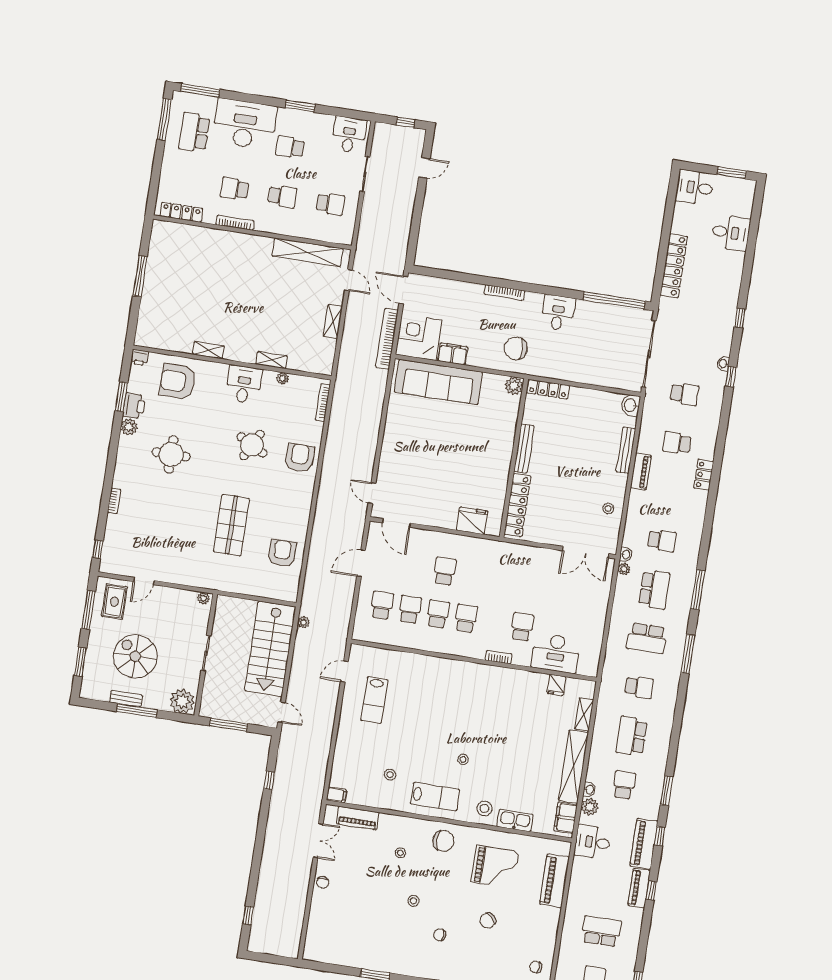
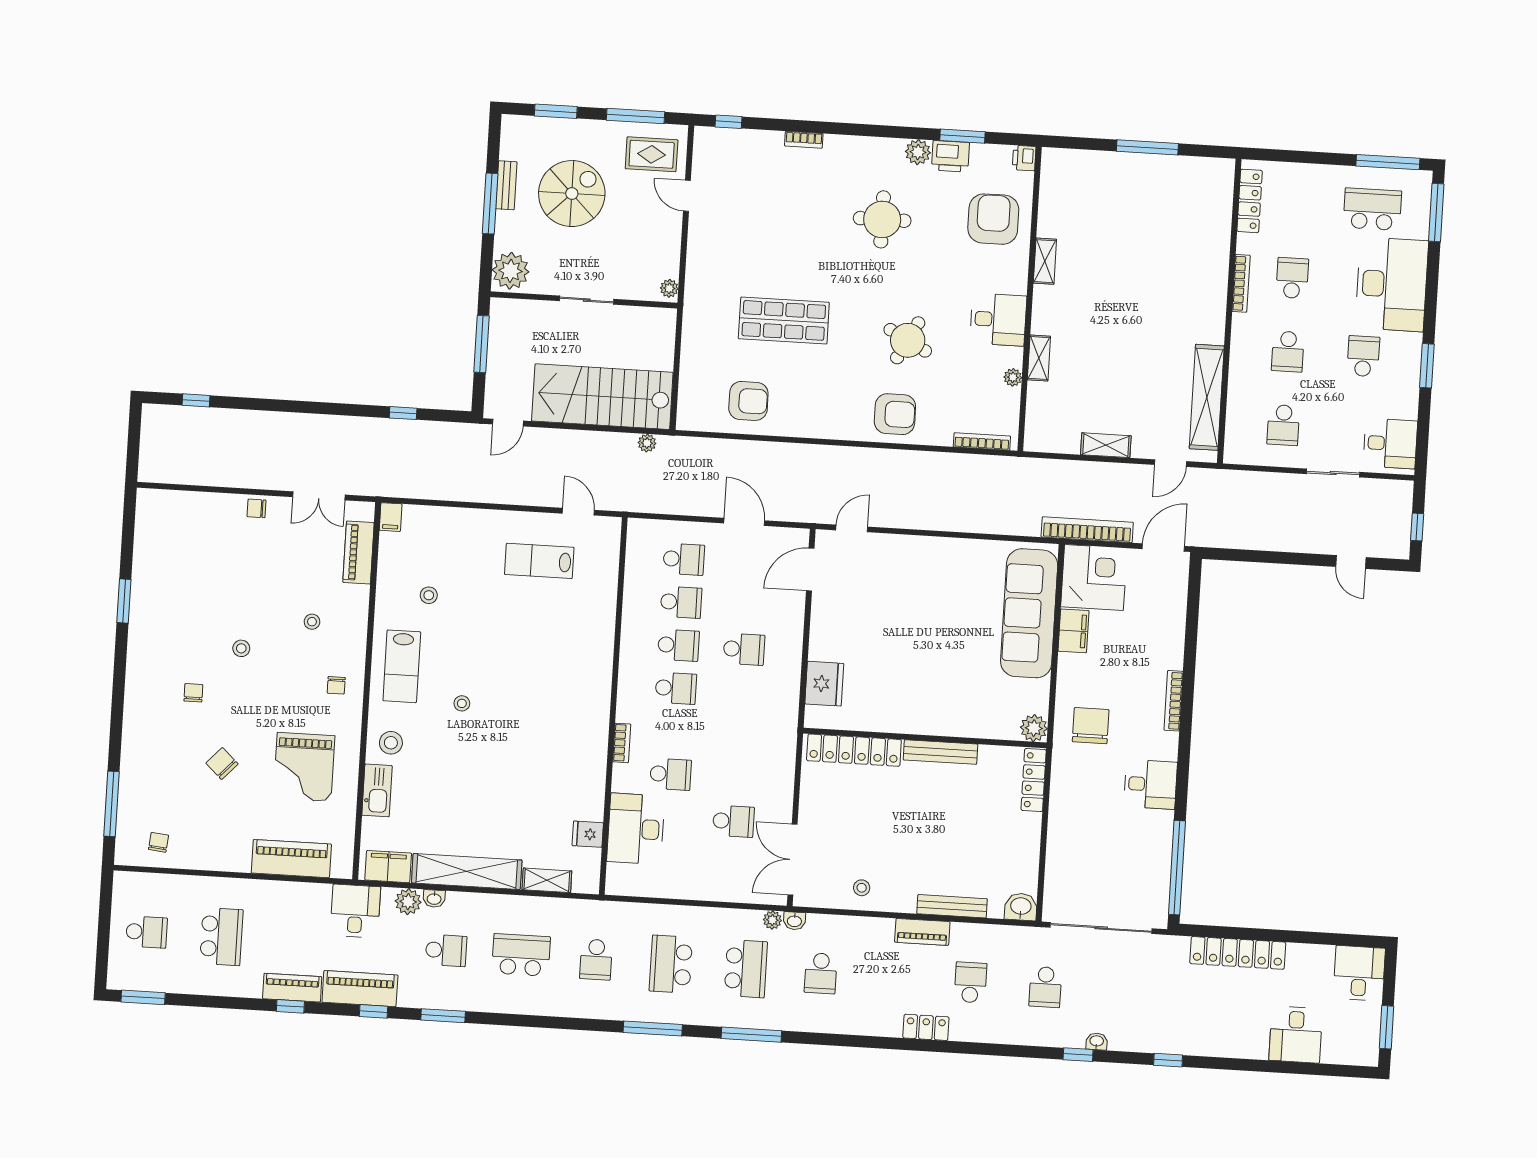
school desk: (557, 589) -> (733, 821), added
school desk: (654, 589) -> (746, 969), turned -90
chair: (443, 841) -> (336, 685), width x0.54, depth x0.54

